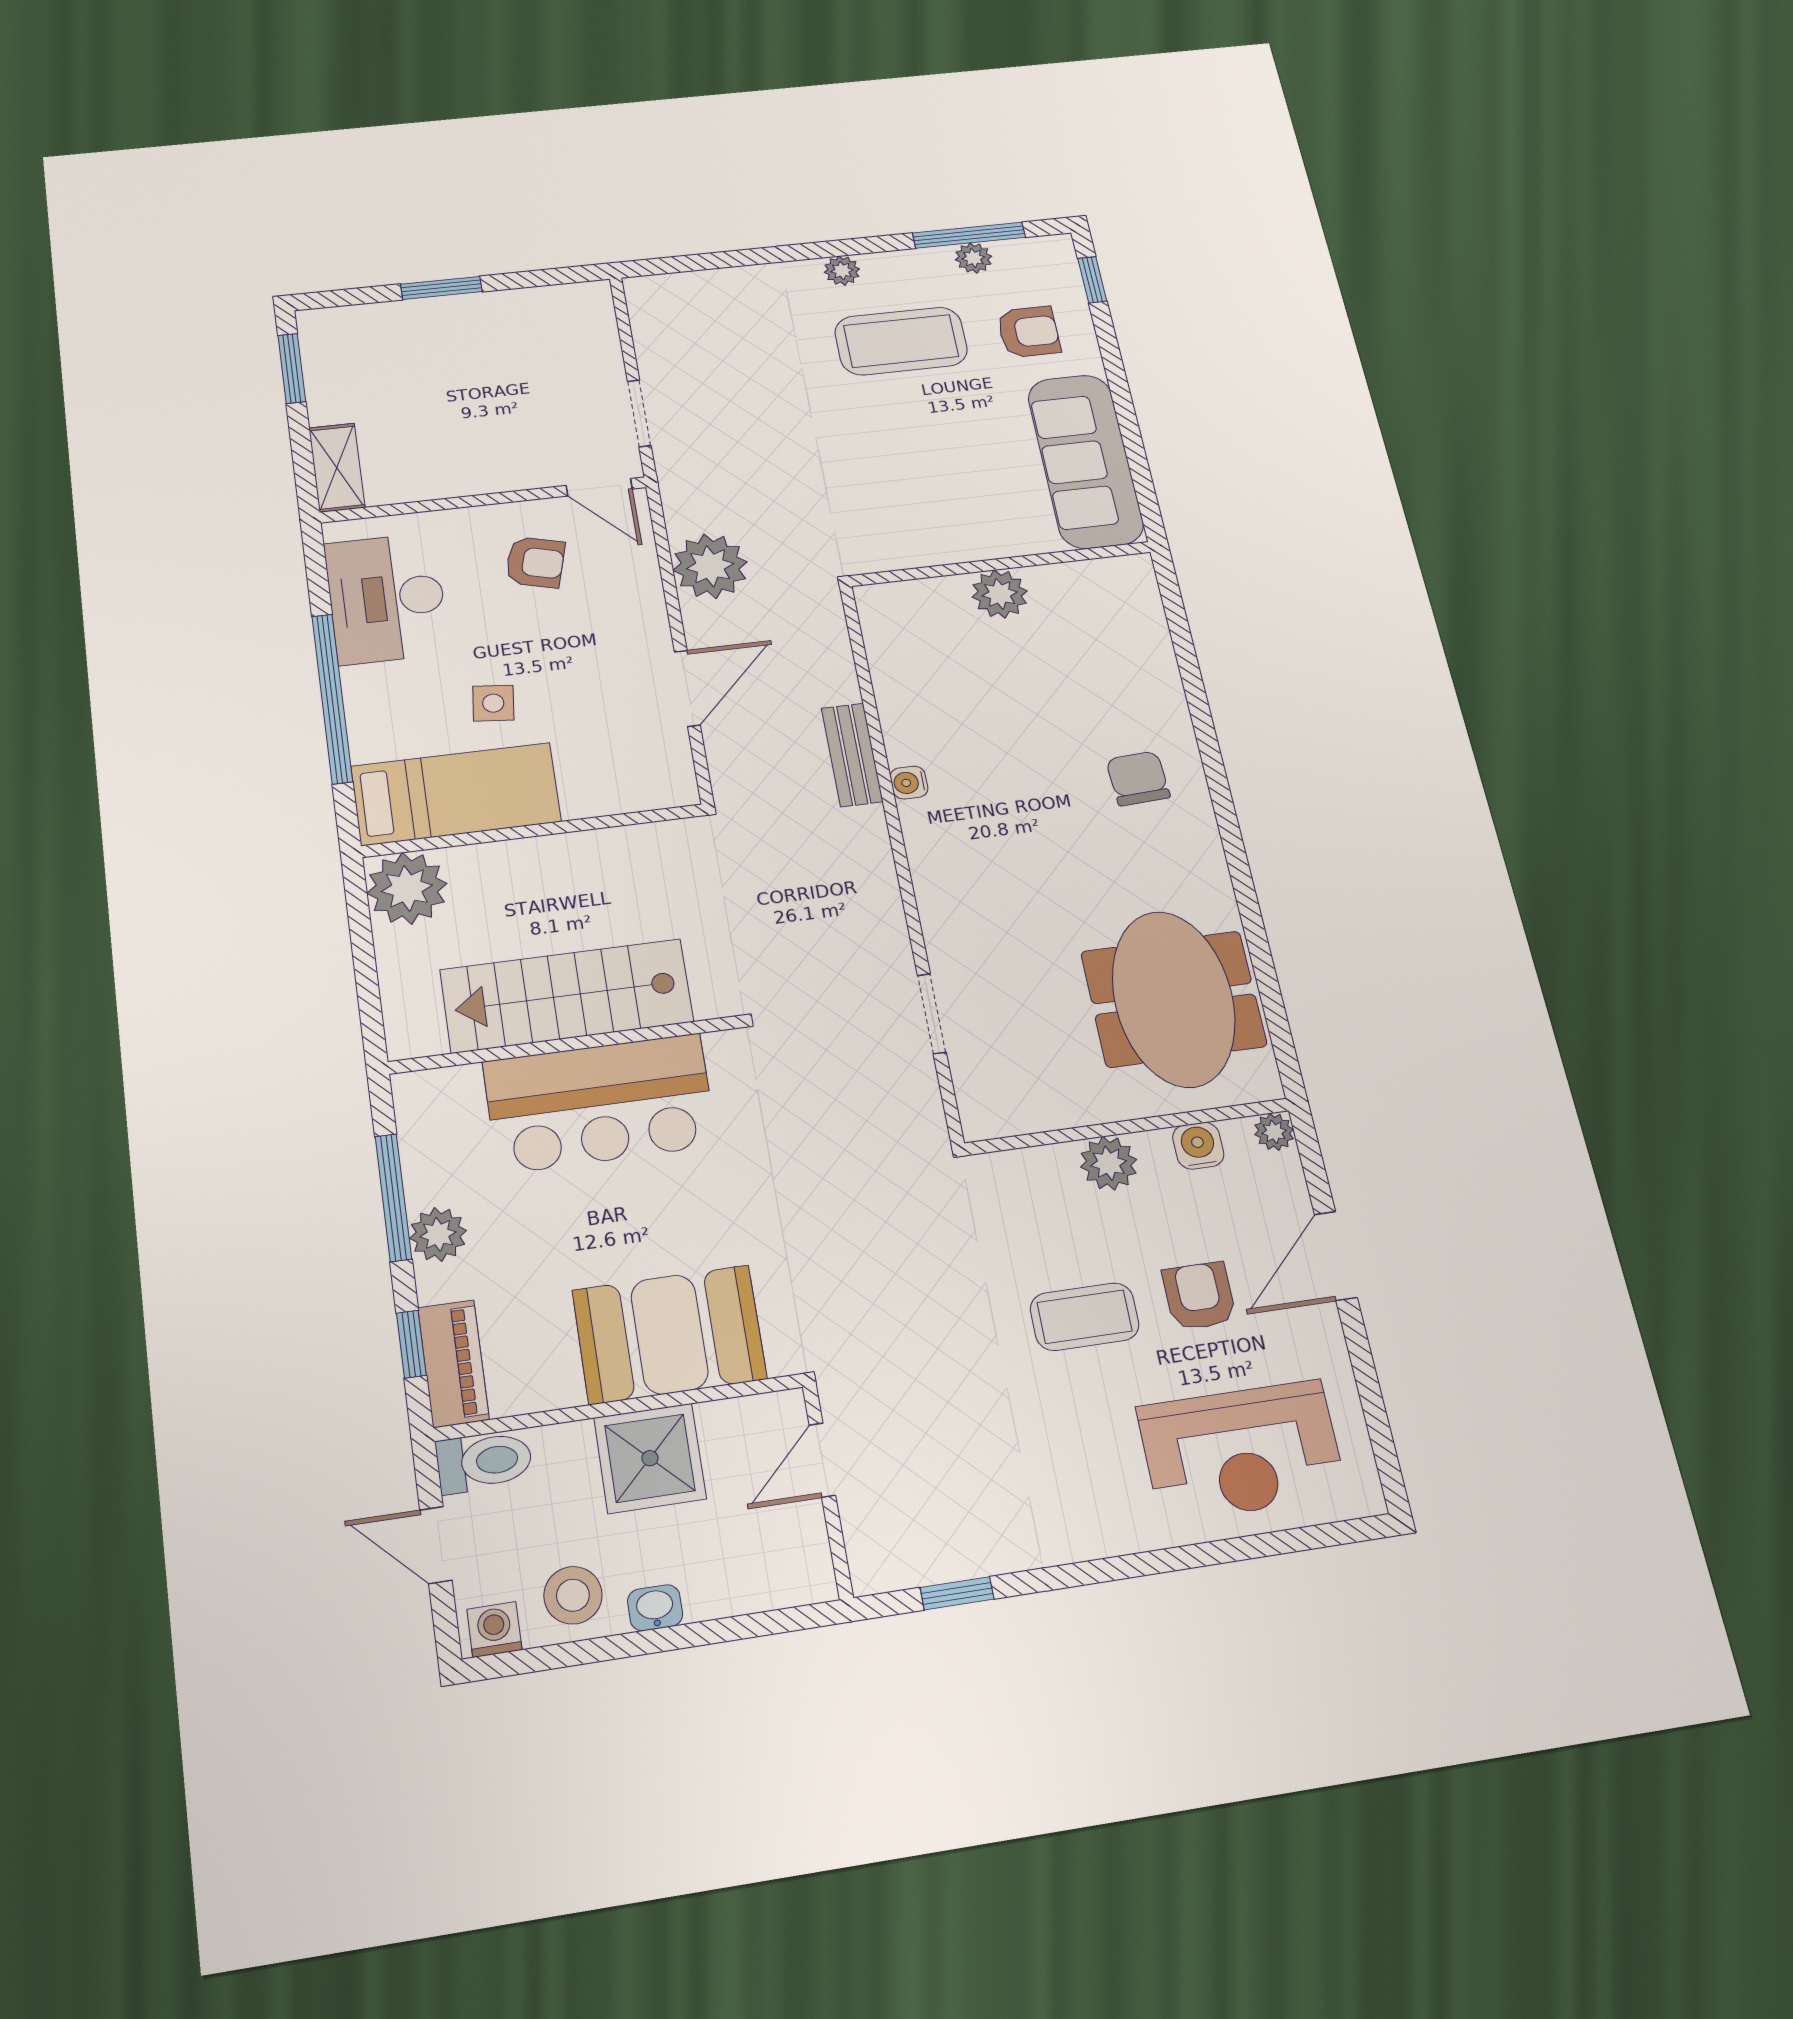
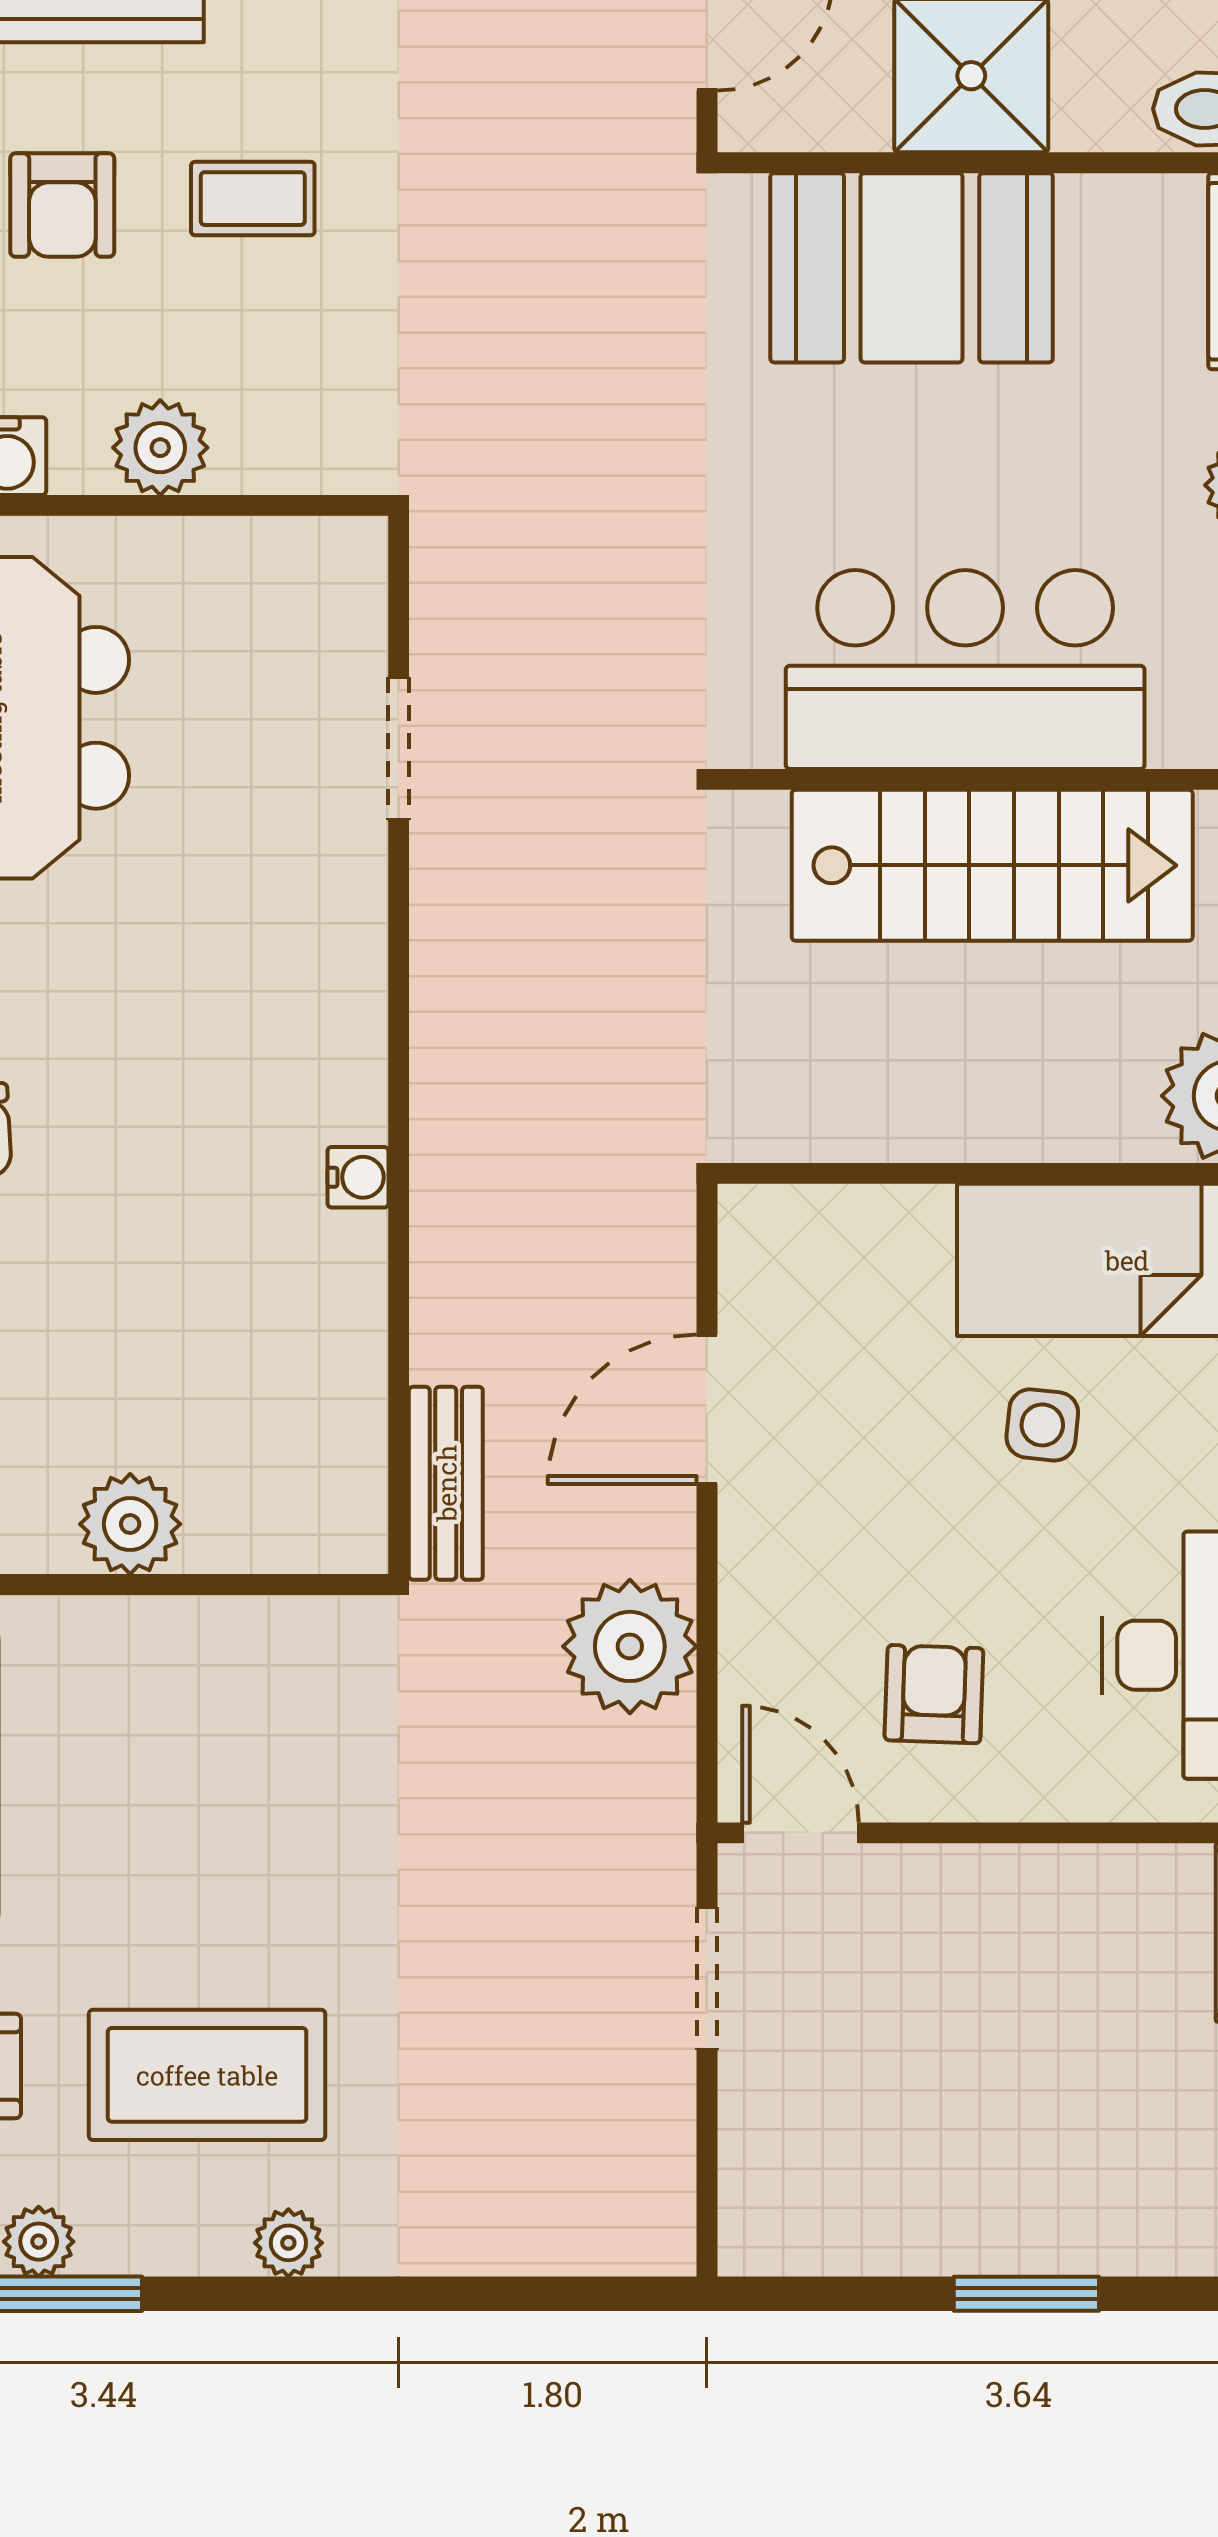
armchair: (535, 562) -> (934, 1694), turned 77
bench: (852, 755) -> (446, 1483), moved
coffee table: (1085, 1317) -> (253, 199), width x0.73, depth x0.77

